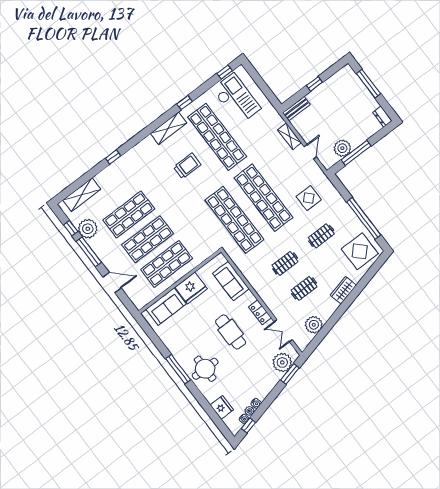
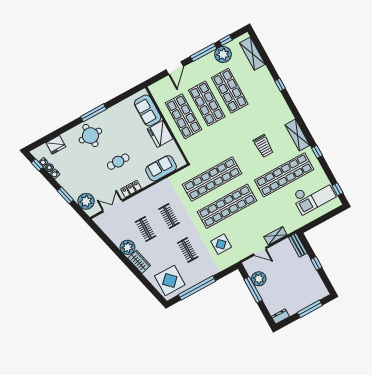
plant: (314, 325) -> (127, 247), moved
cafe table: (231, 332) -> (118, 162), width x0.73, depth x0.74
window: (290, 374) -> (65, 195), moved

